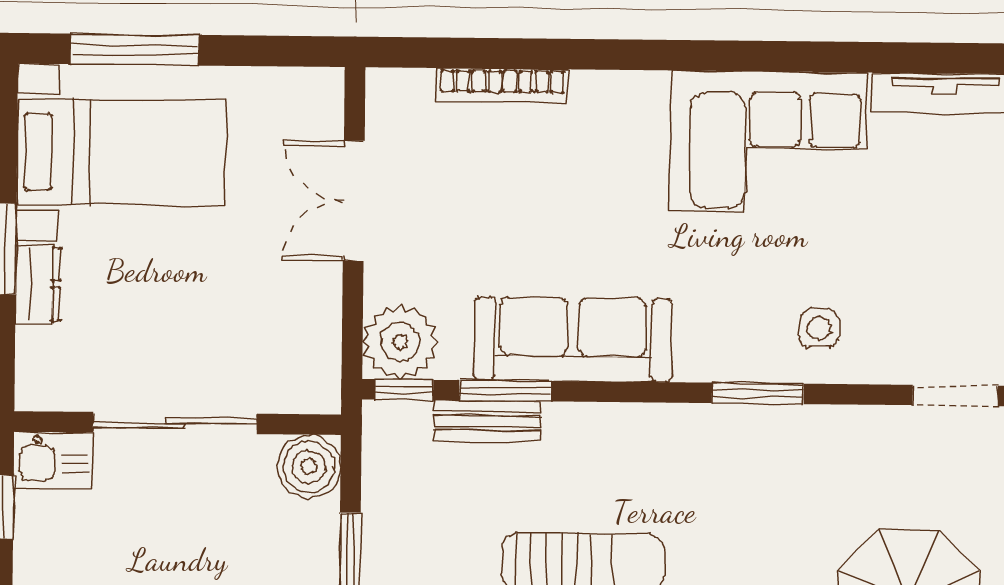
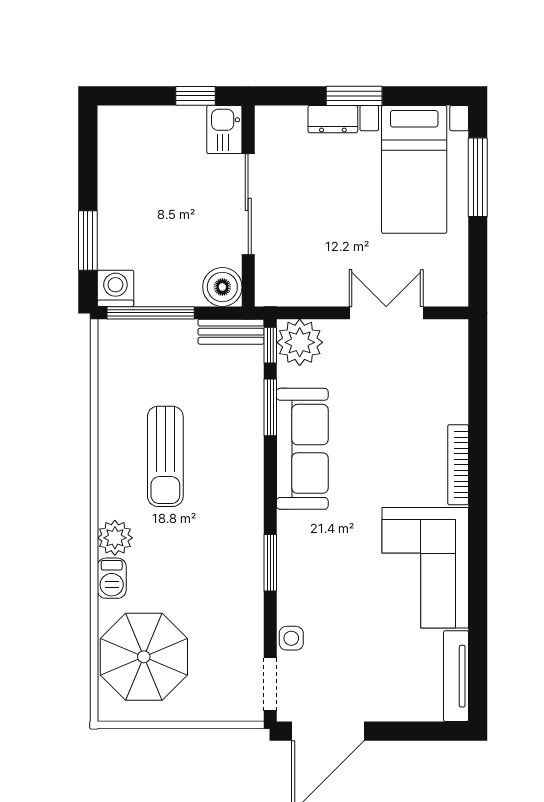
bookcase: (502, 85) -> (458, 465), moved
side table: (819, 328) -> (291, 638), moved
bench: (487, 421) -> (231, 332), moved, turned 90

